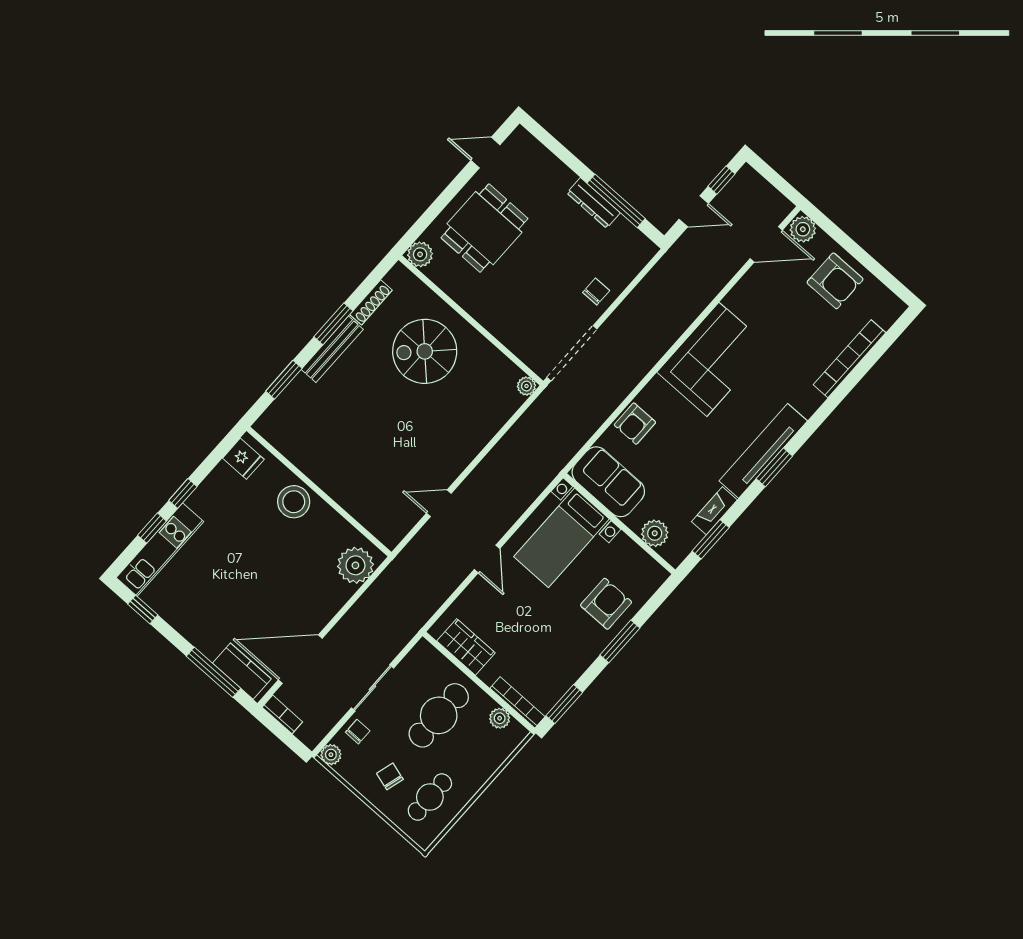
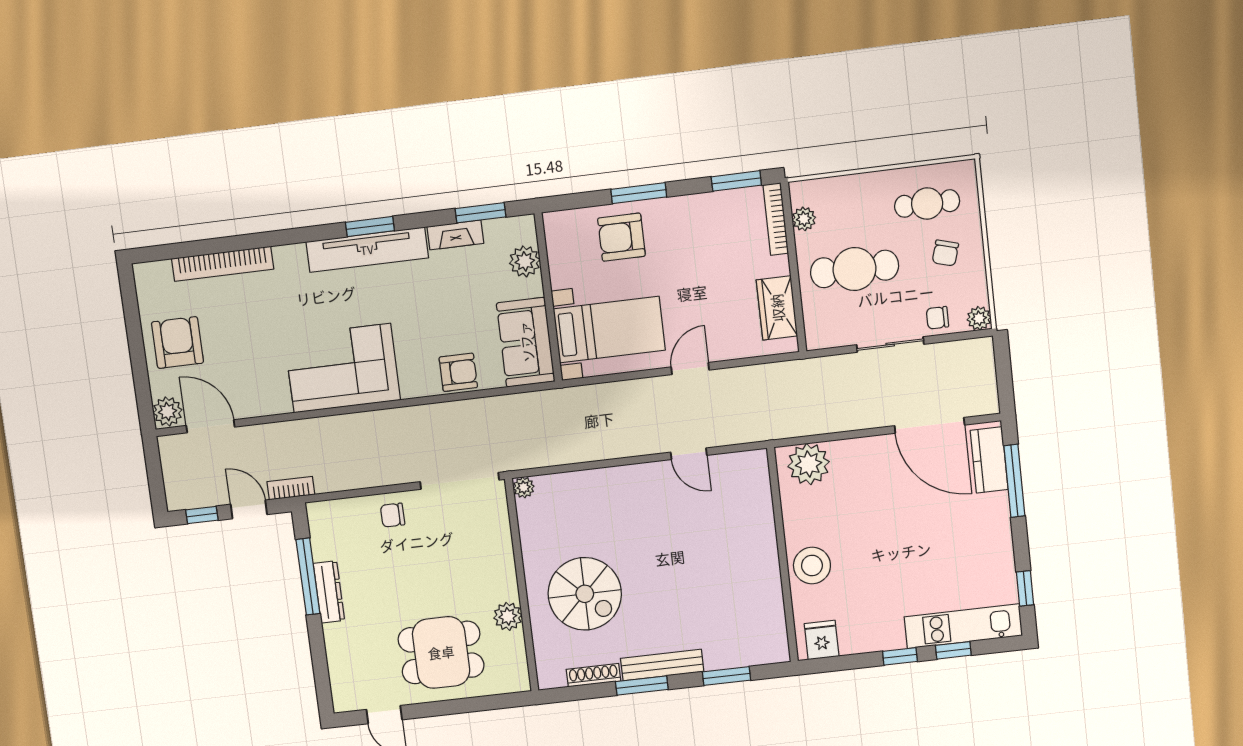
plant: (420, 254) -> (508, 616), moved
bookcase: (282, 714) -> (291, 488), moved, turned 90

